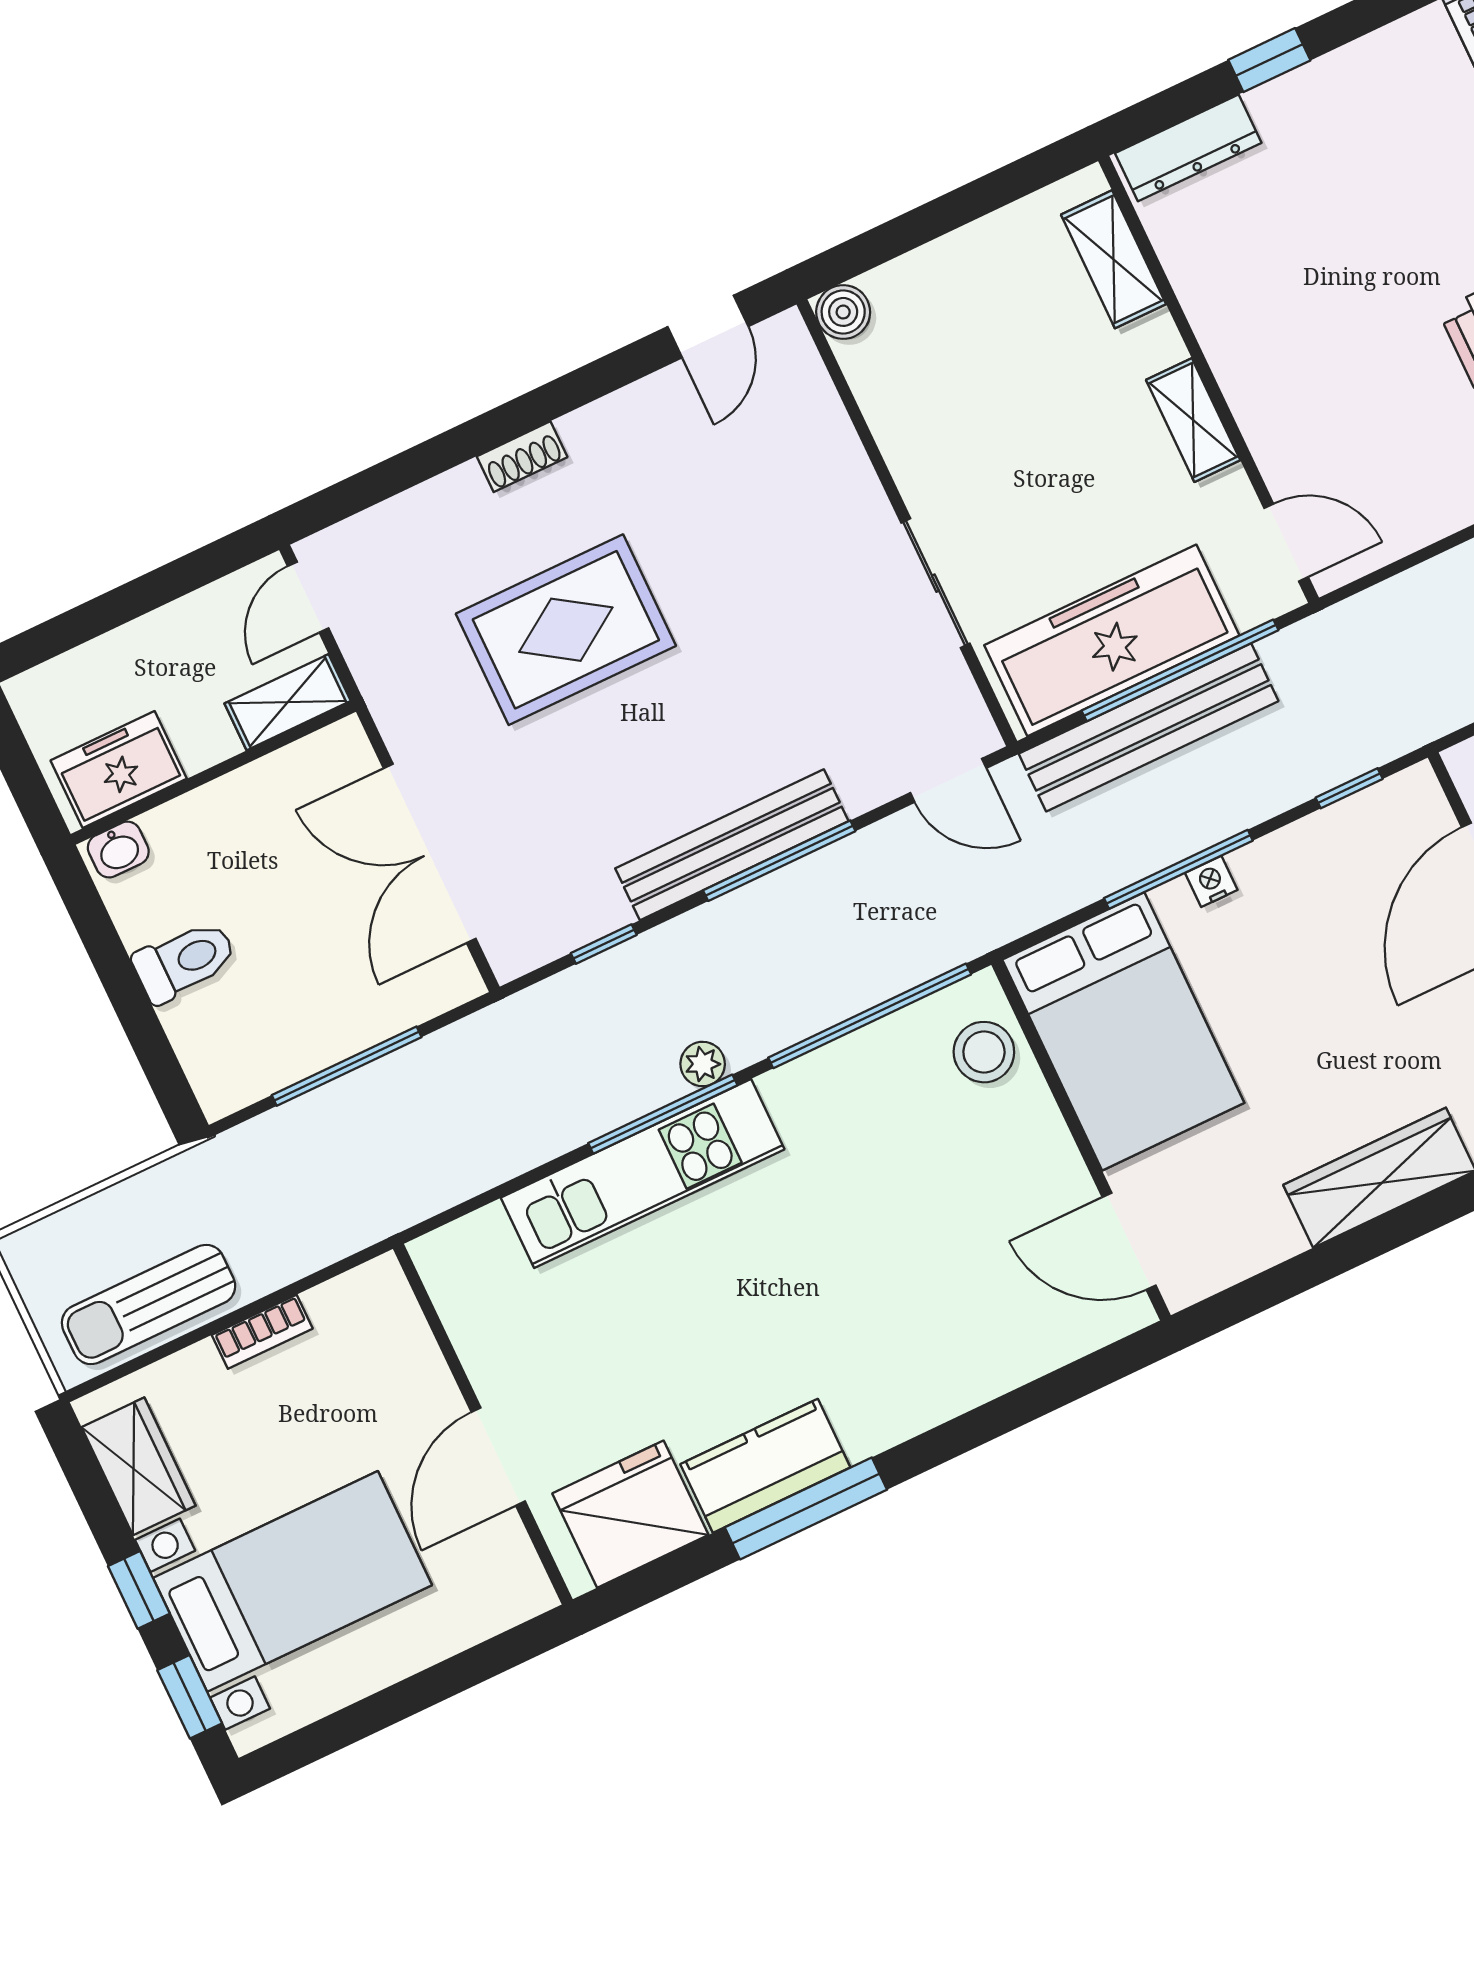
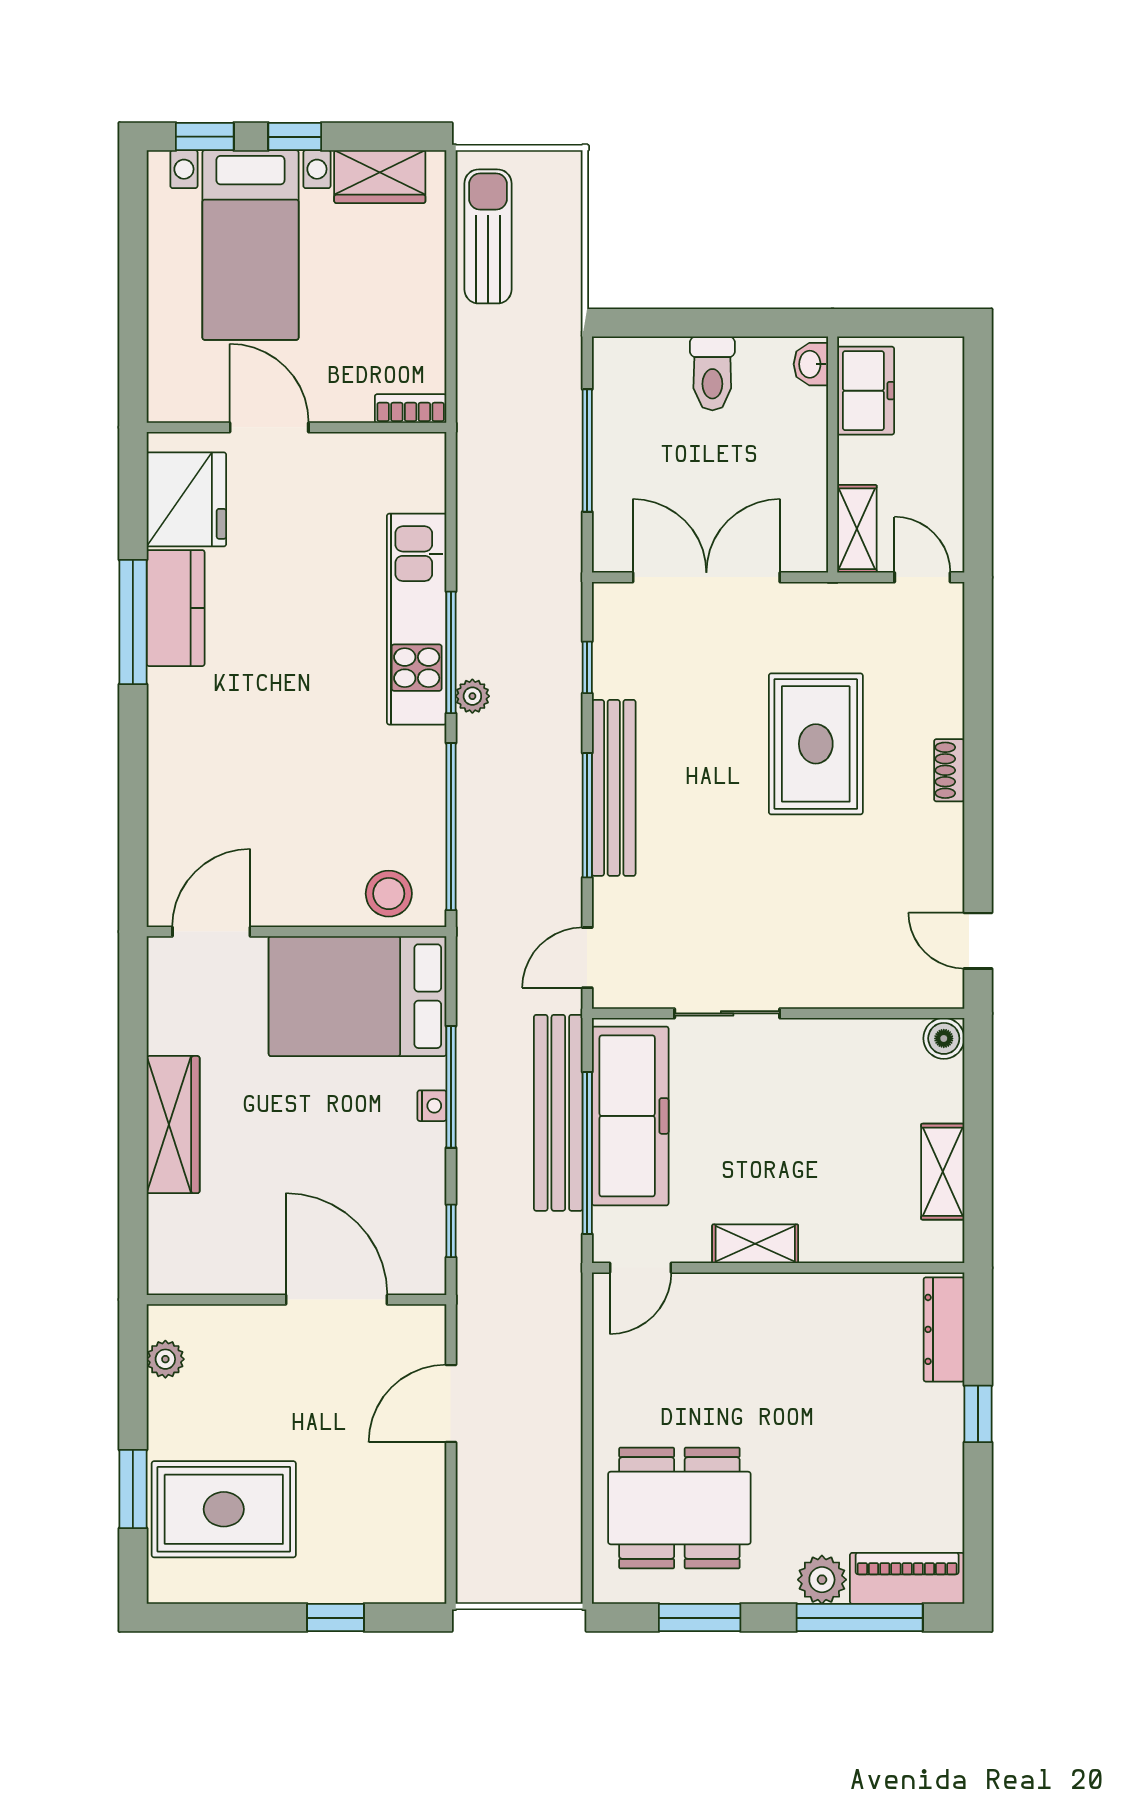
shelving: (1114, 259) -> (943, 1172), moved, turned 90
bookcase: (262, 1332) -> (411, 408), moved, turned 90

